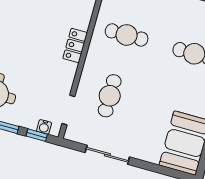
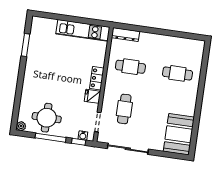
fridge: (65, 71) -> (92, 96), added
sliding door: (107, 155) -> (128, 149), width x1.37

